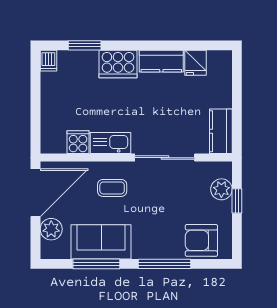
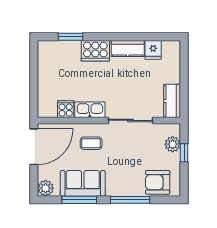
dishwasher: (48, 61) -> (44, 48), removed
plant: (51, 229) -> (46, 188), moved

